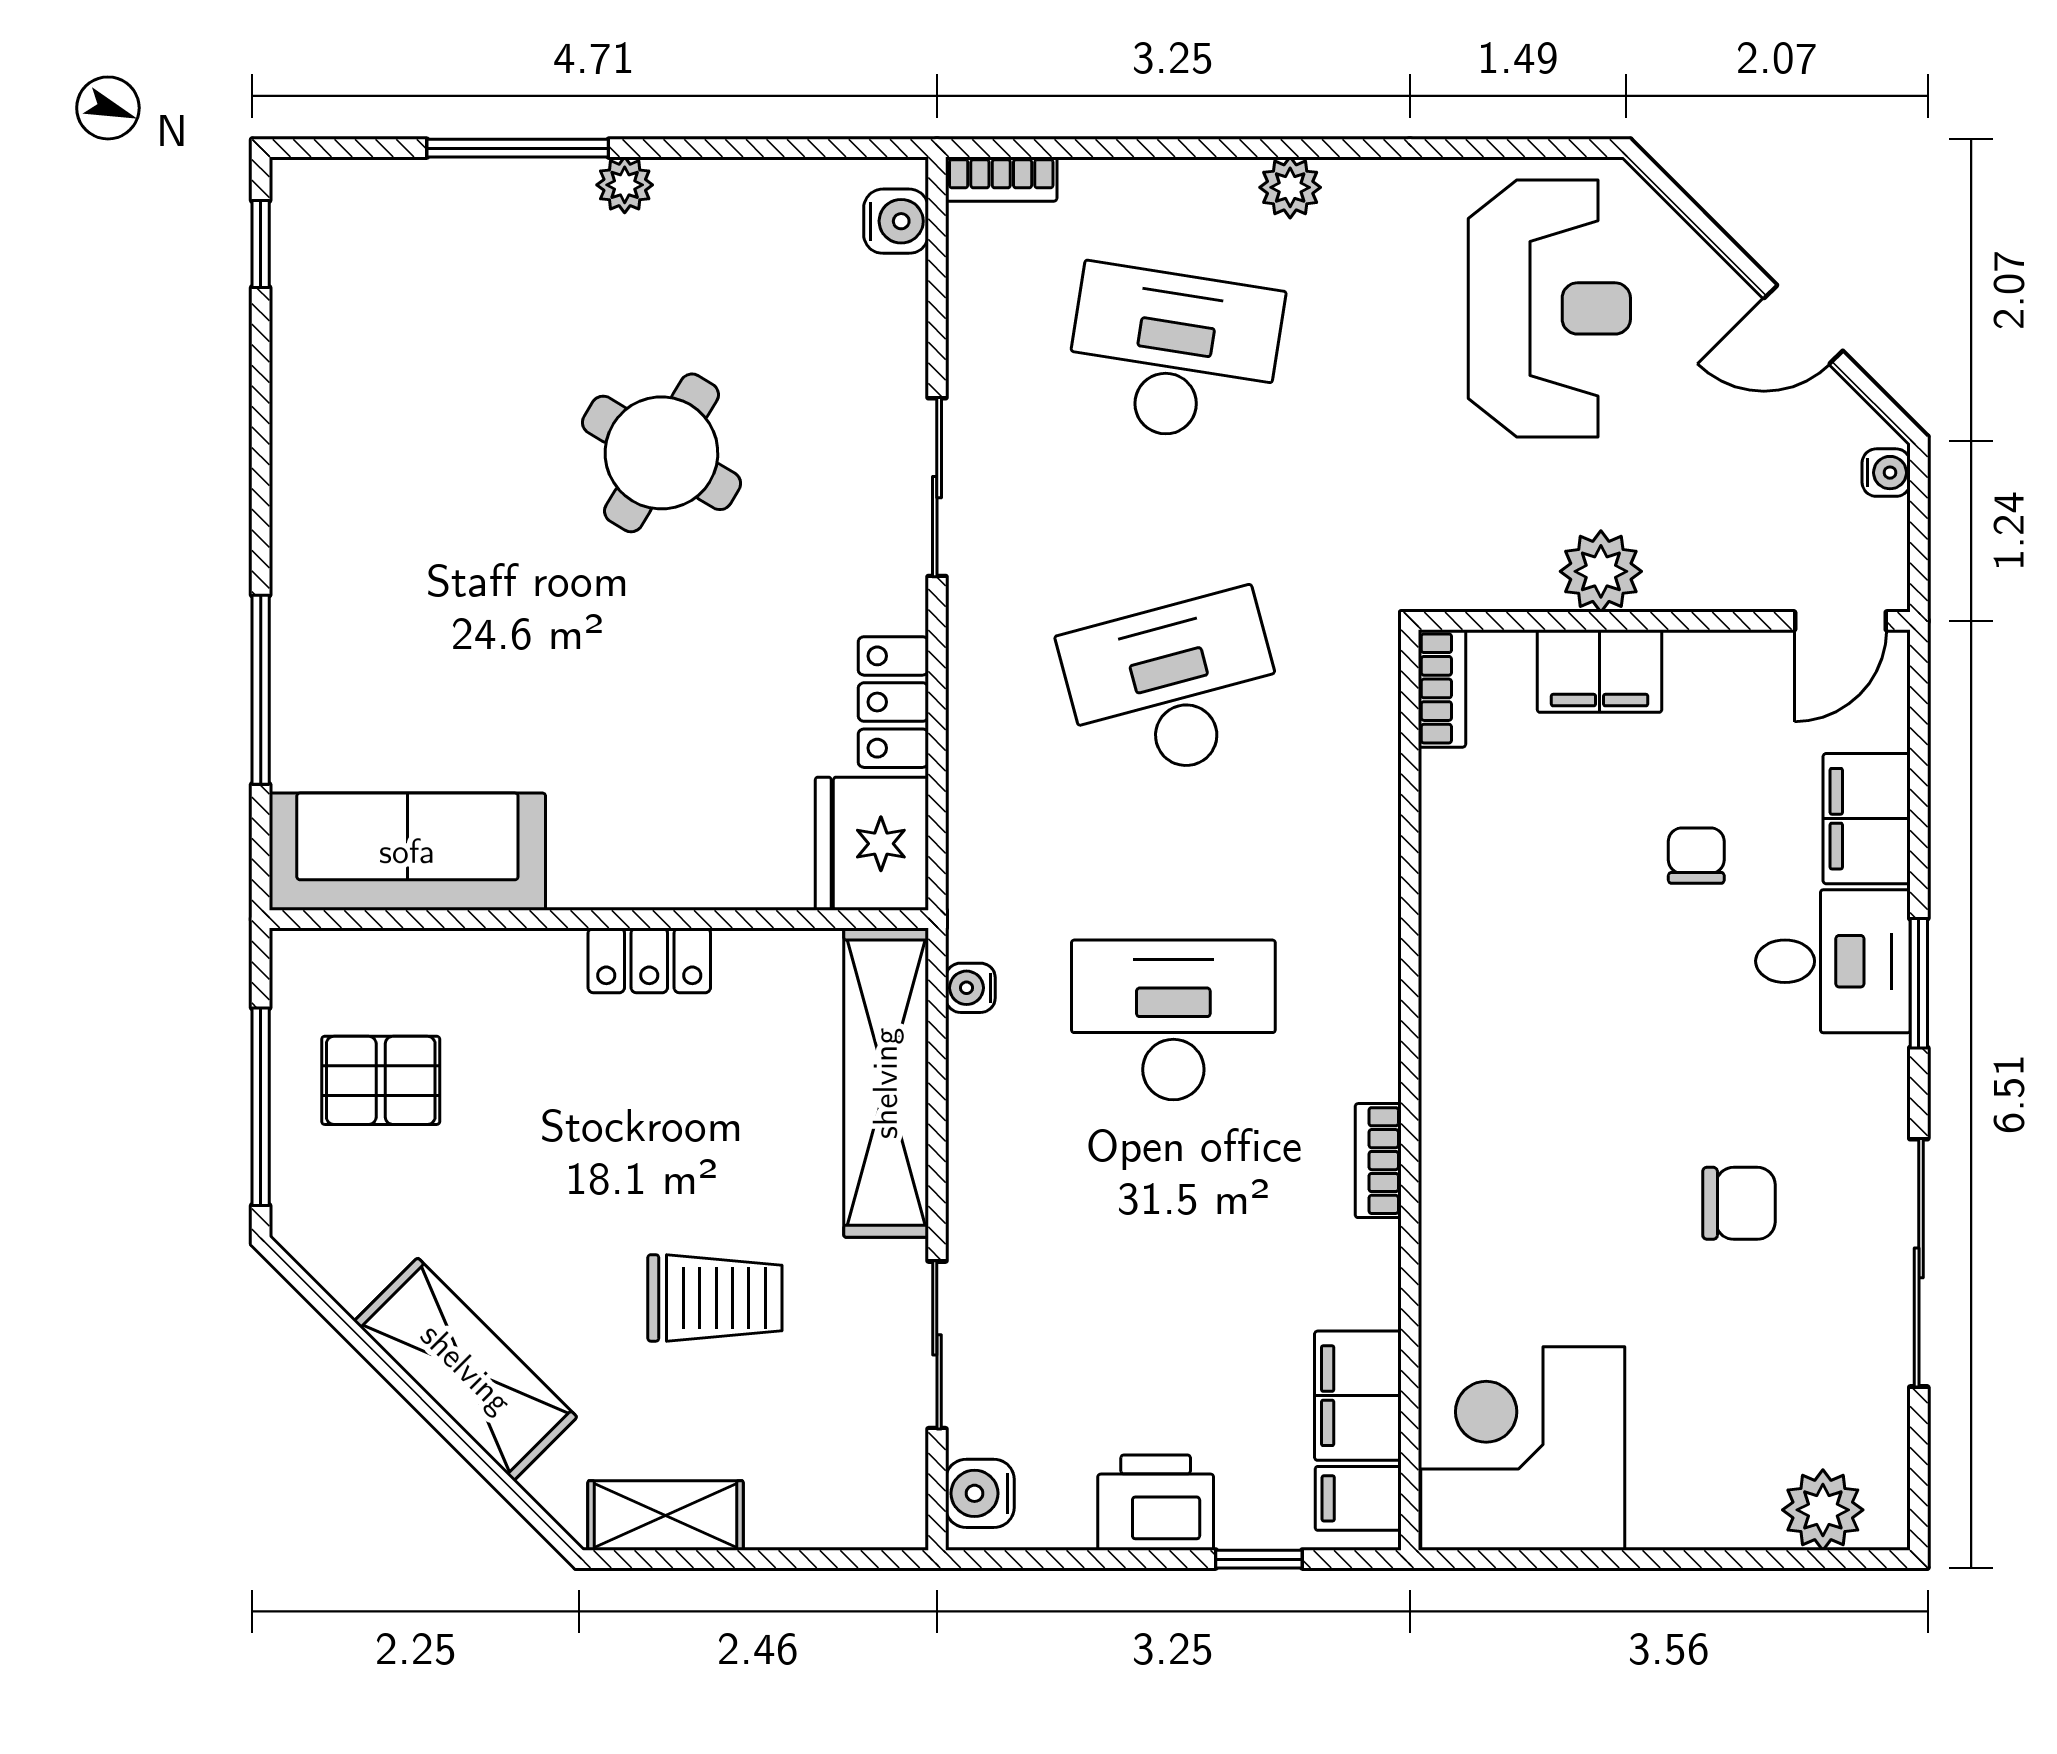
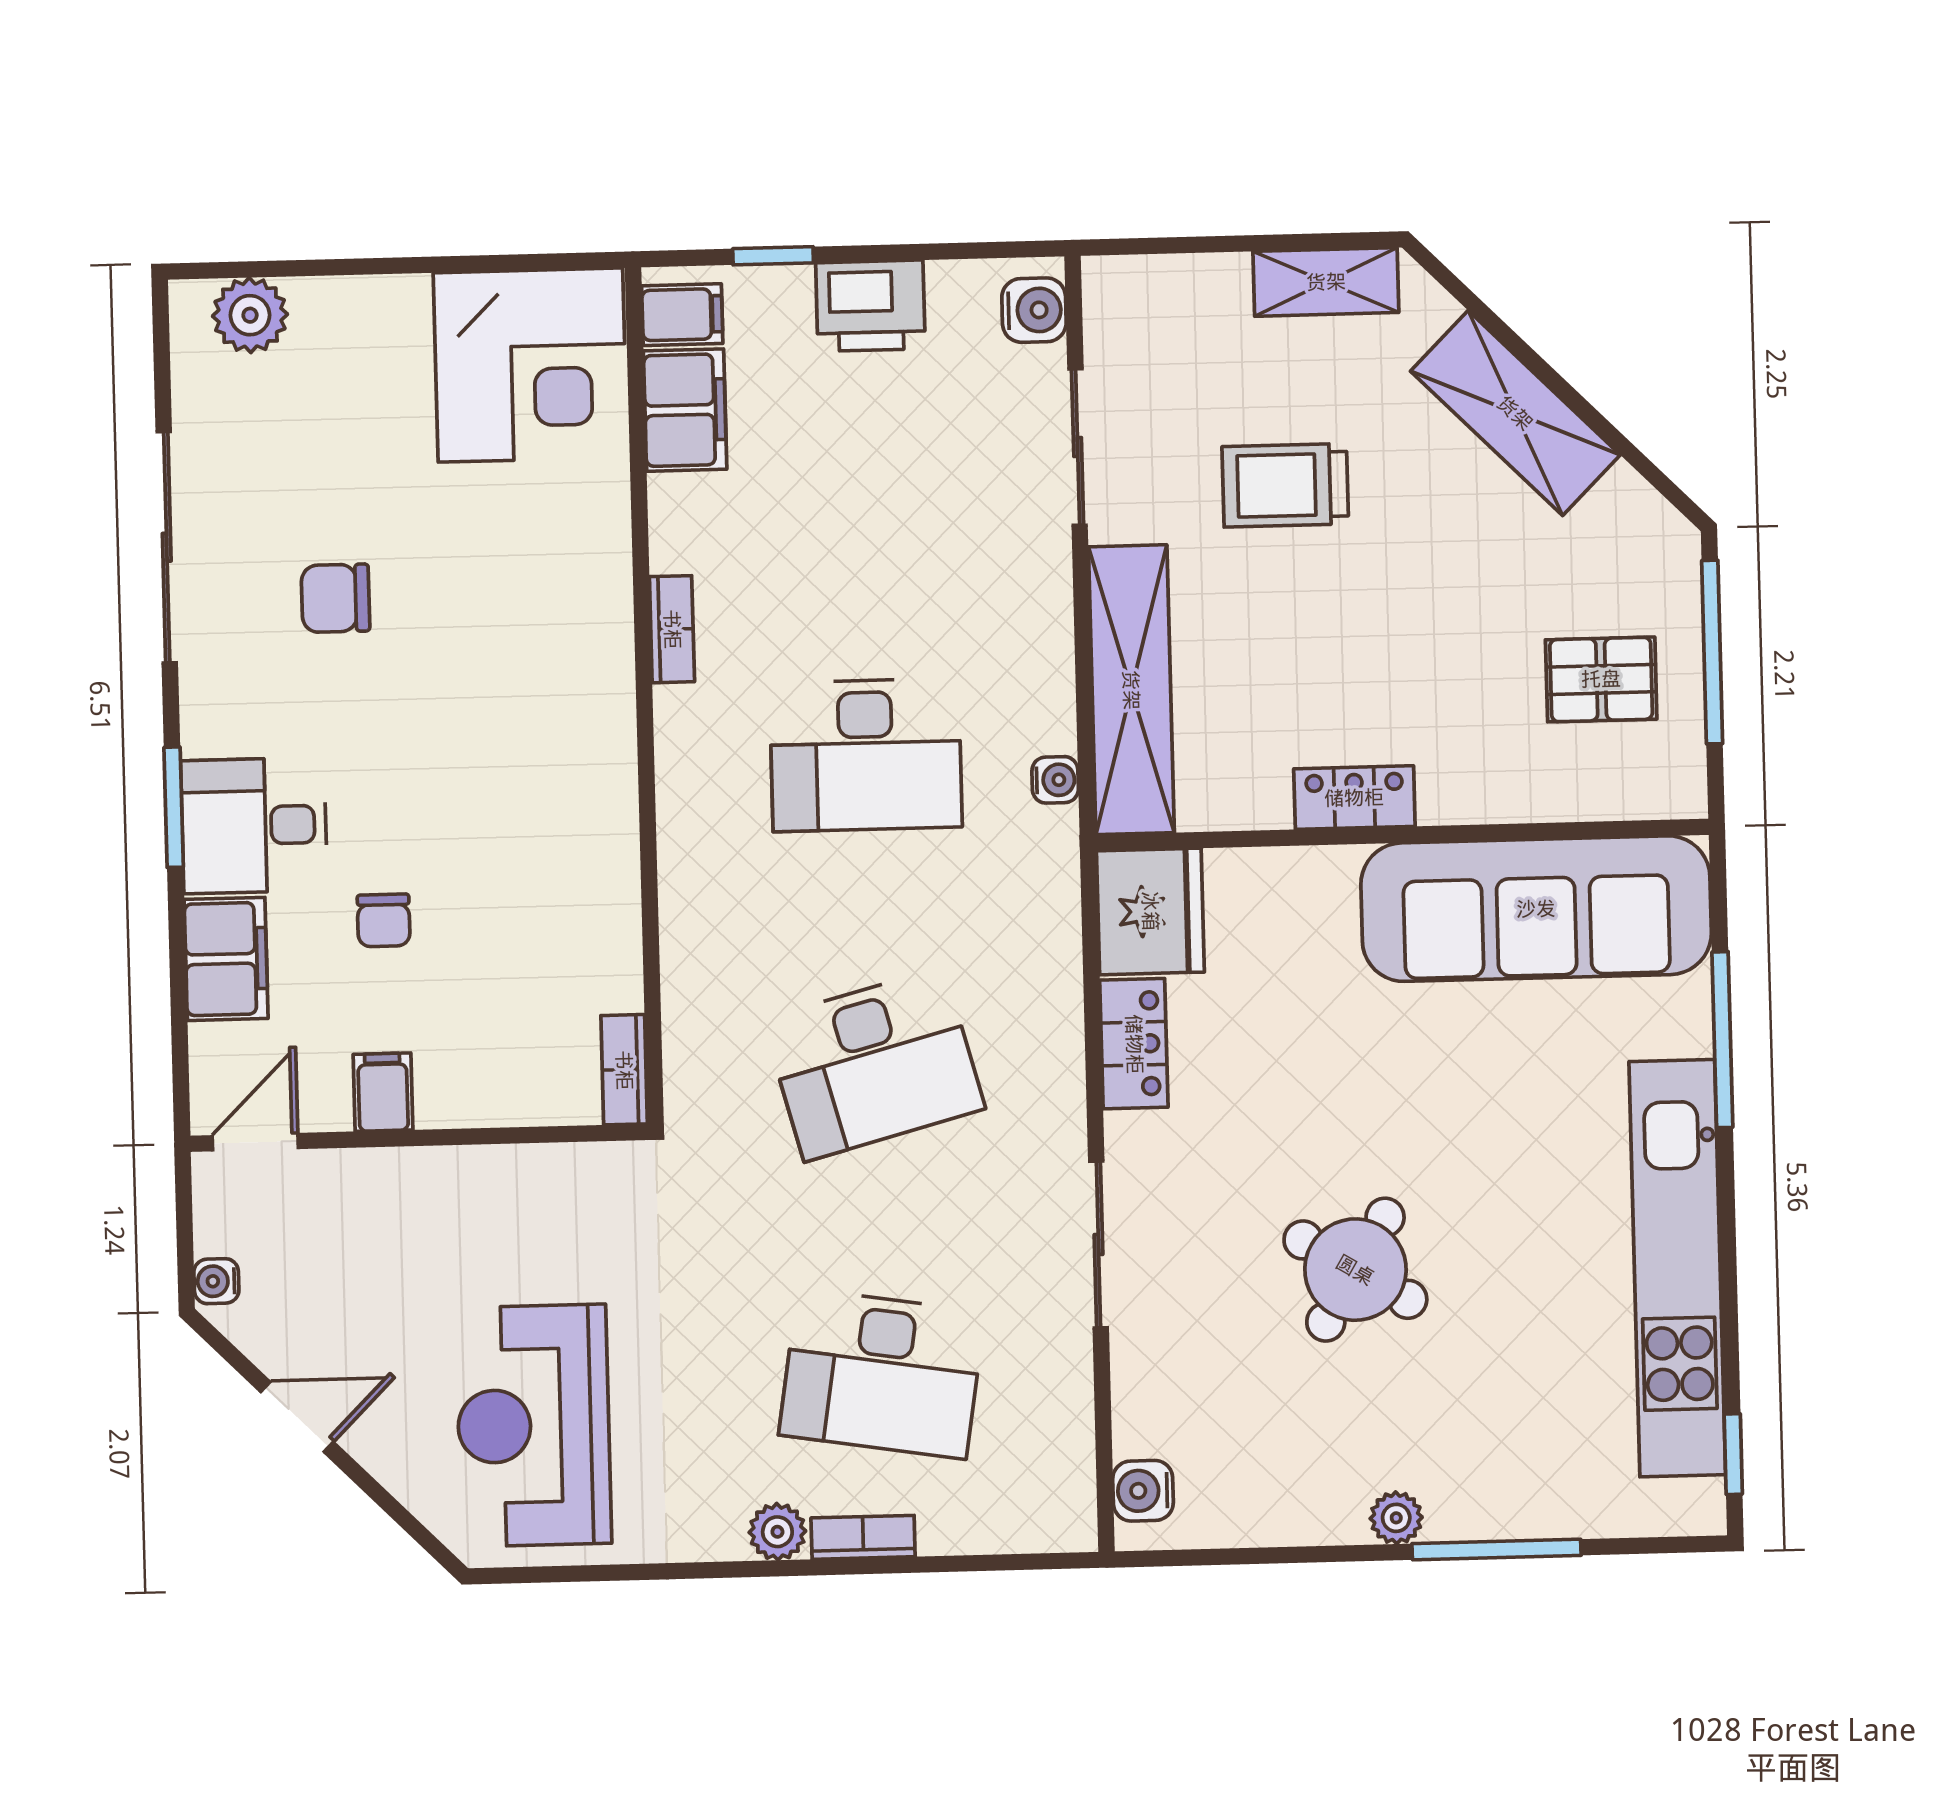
bookcase: (1001, 179) -> (863, 1537), moved
kitchen unit: (316, 445) -> (1677, 1268), added
plant: (1601, 571) -> (479, 1182), removed
filing cabinet: (1600, 671) -> (383, 1092), moved, width x0.50
sofa: (407, 852) -> (1536, 909), width x1.36, depth x1.27

